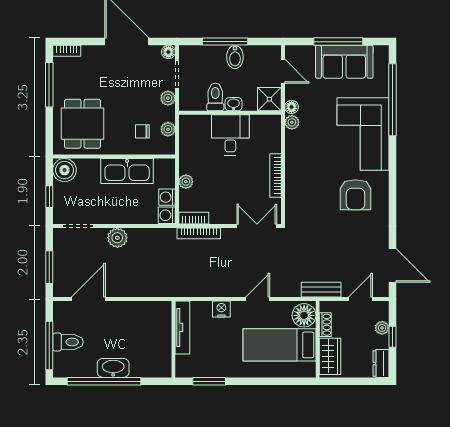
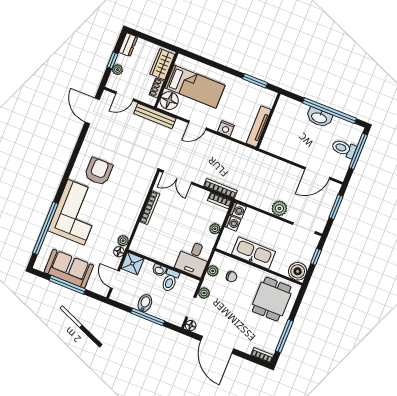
desk: (230, 135) -> (193, 259), moved
bench: (321, 290) -> (155, 116), width x1.36

